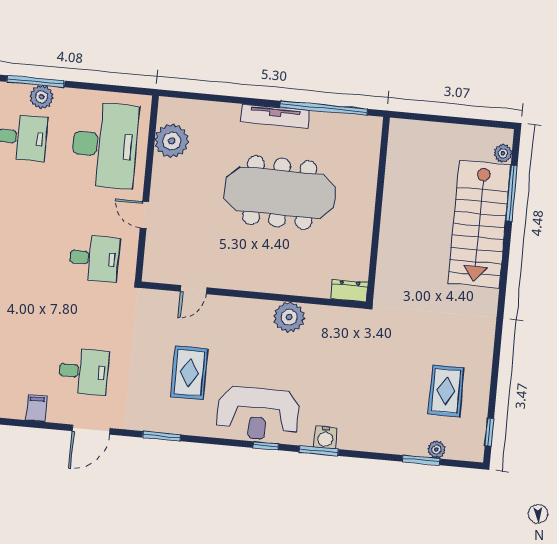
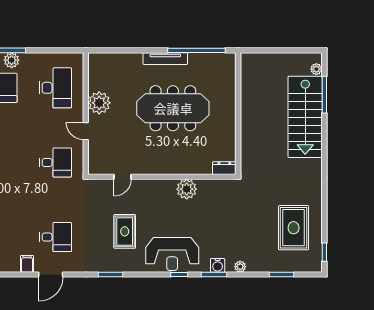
plant: (172, 141) -> (99, 103), moved
desk: (105, 145) -> (56, 88), width x0.73, depth x0.77
rug: (446, 391) -> (294, 228), width x1.36, depth x1.43
door: (91, 430) -> (51, 275), moved
plant: (436, 450) -> (240, 267), moved

